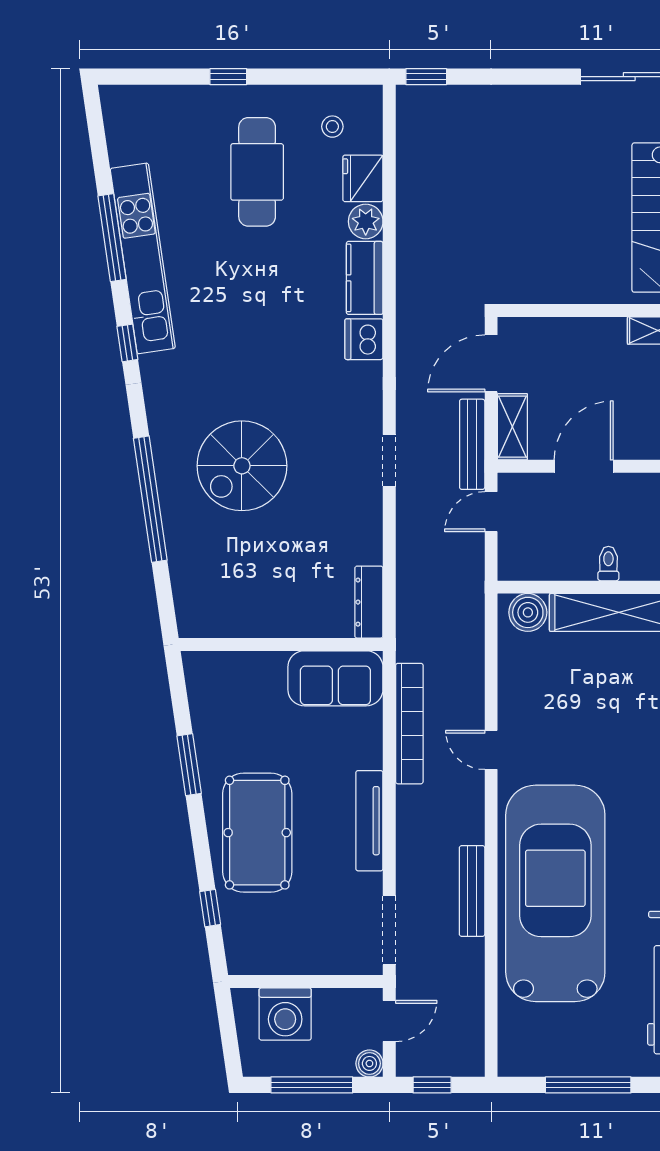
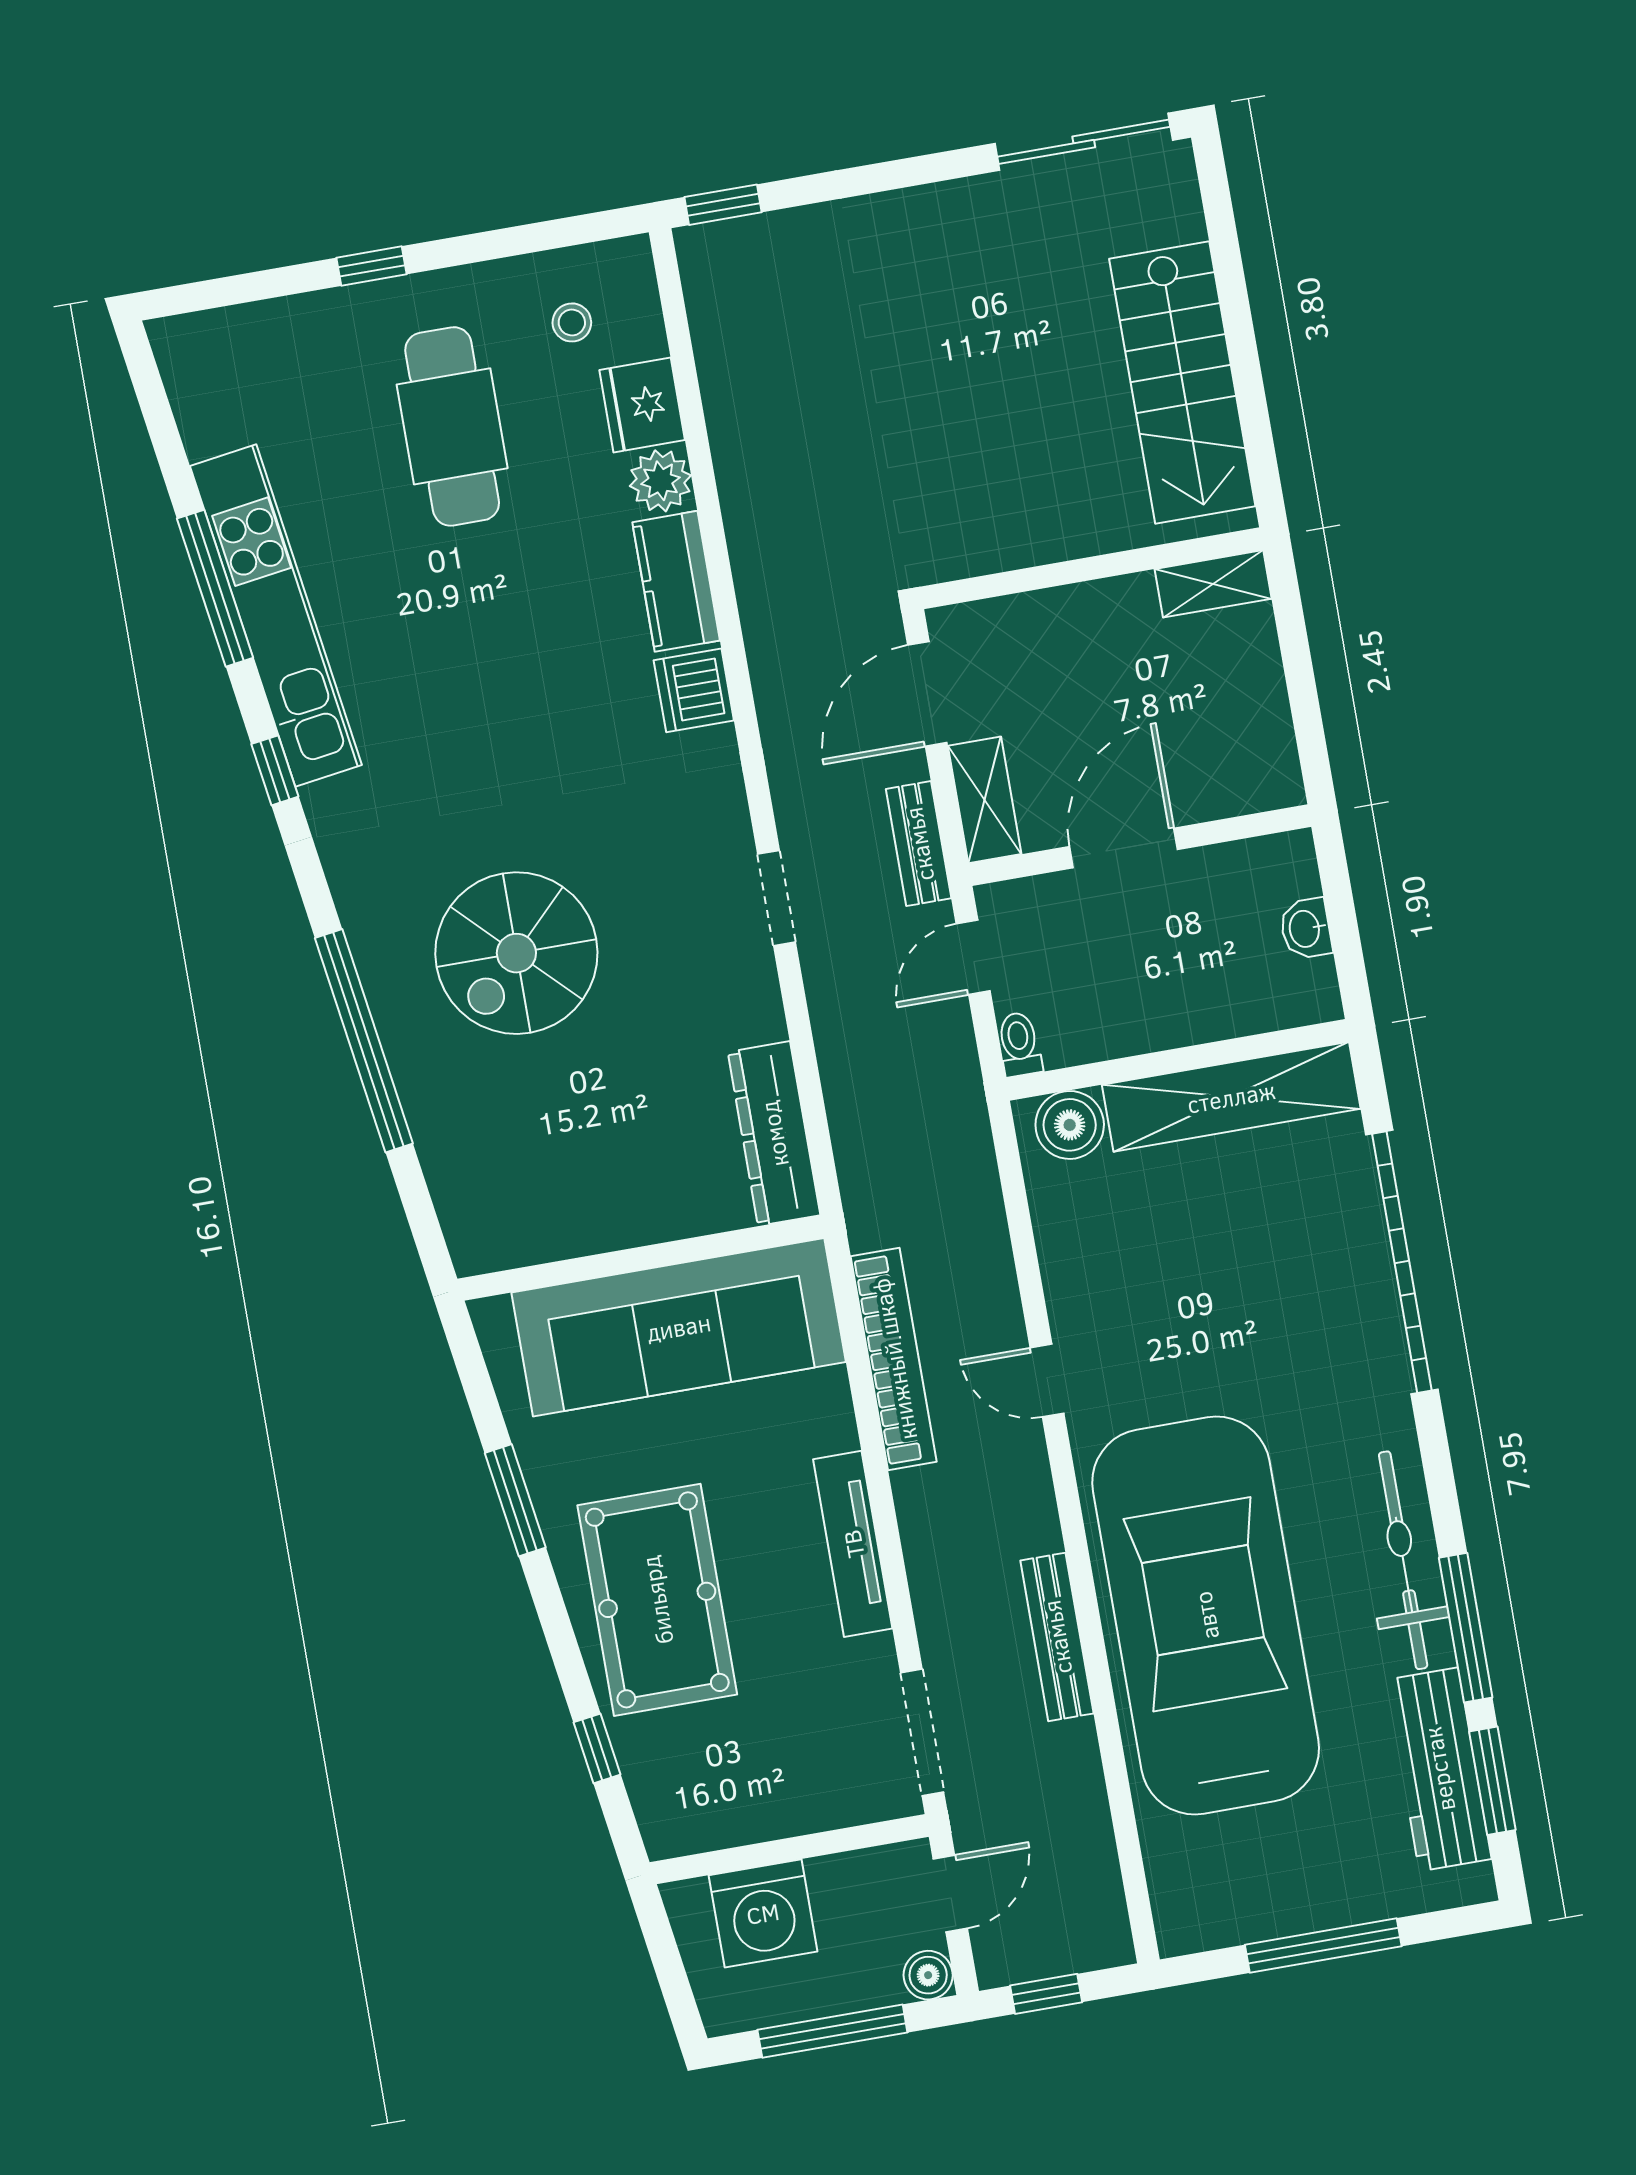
bench: (472, 444) -> (919, 844), width x0.73
toilet: (608, 564) -> (1019, 1044), moved
dresser: (369, 602) -> (774, 1134), width x1.37, depth x1.24
sofa: (335, 678) -> (679, 1327), width x1.85, depth x1.27

